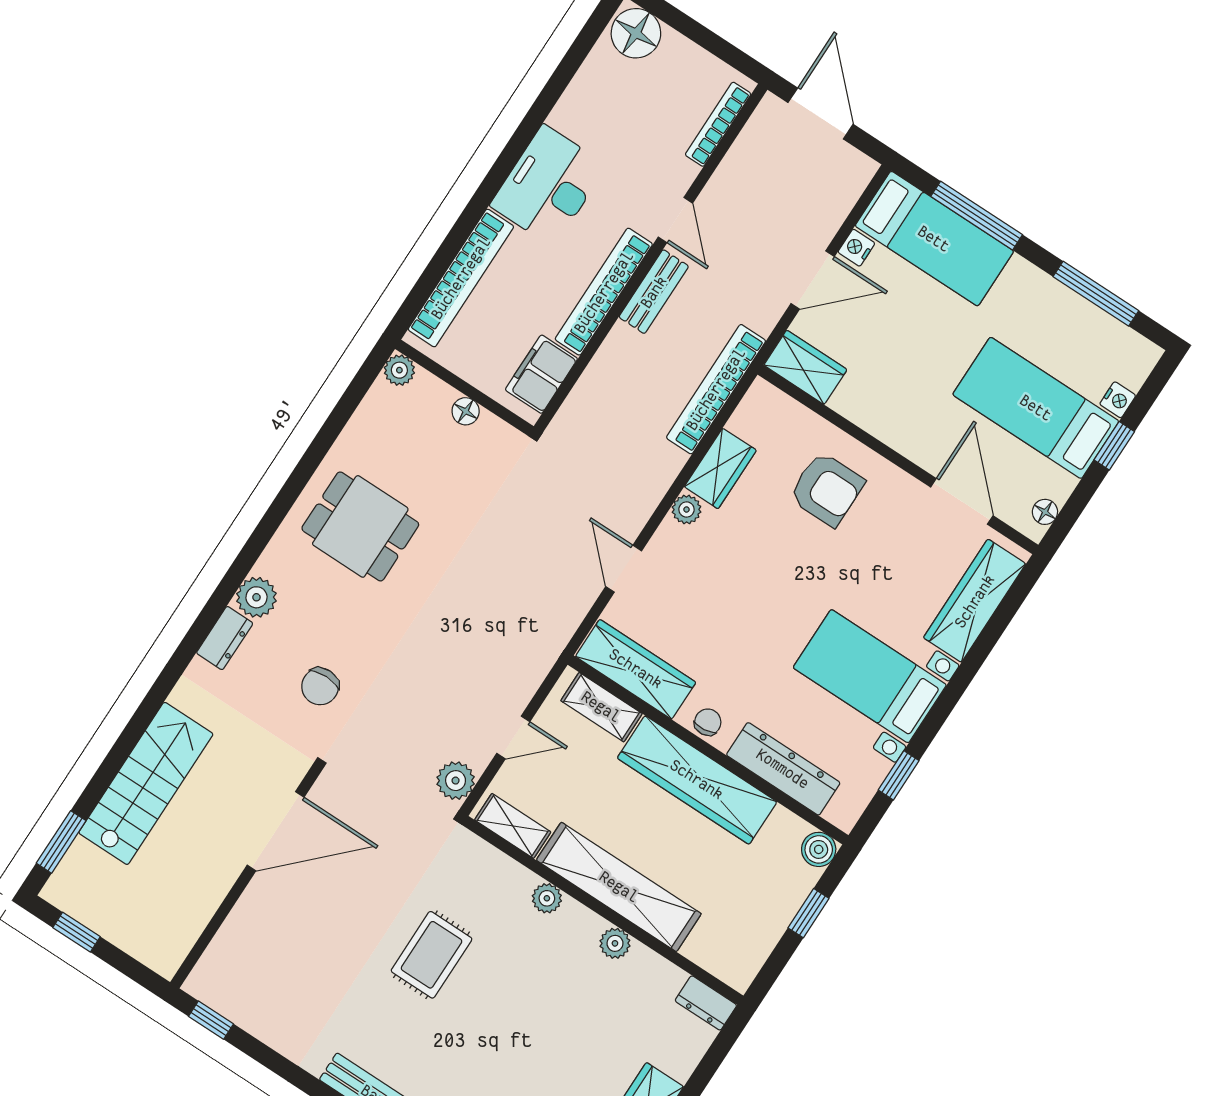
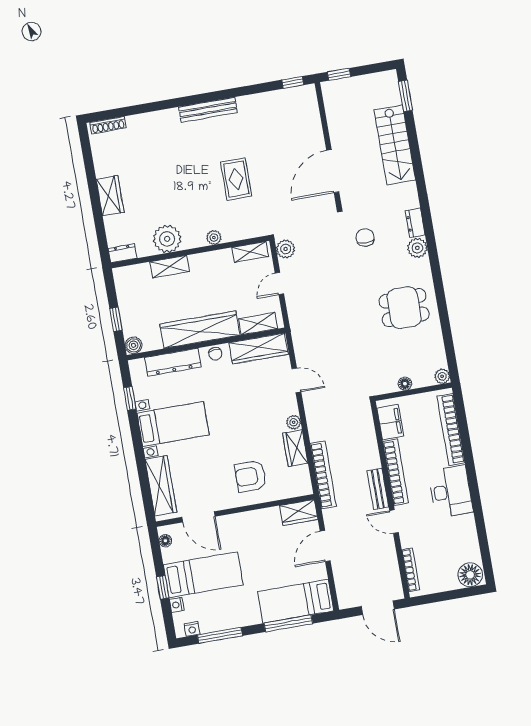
nightstand: (856, 248) -> (192, 629), moved, turned 90
shelving: (619, 887) -> (170, 267), width x0.45, depth x0.75
window: (76, 932) -> (339, 74), moved
plant: (615, 943) -> (167, 239), width x1.87, depth x1.87

